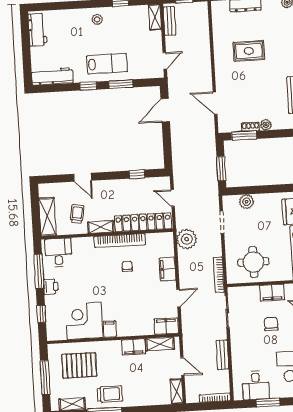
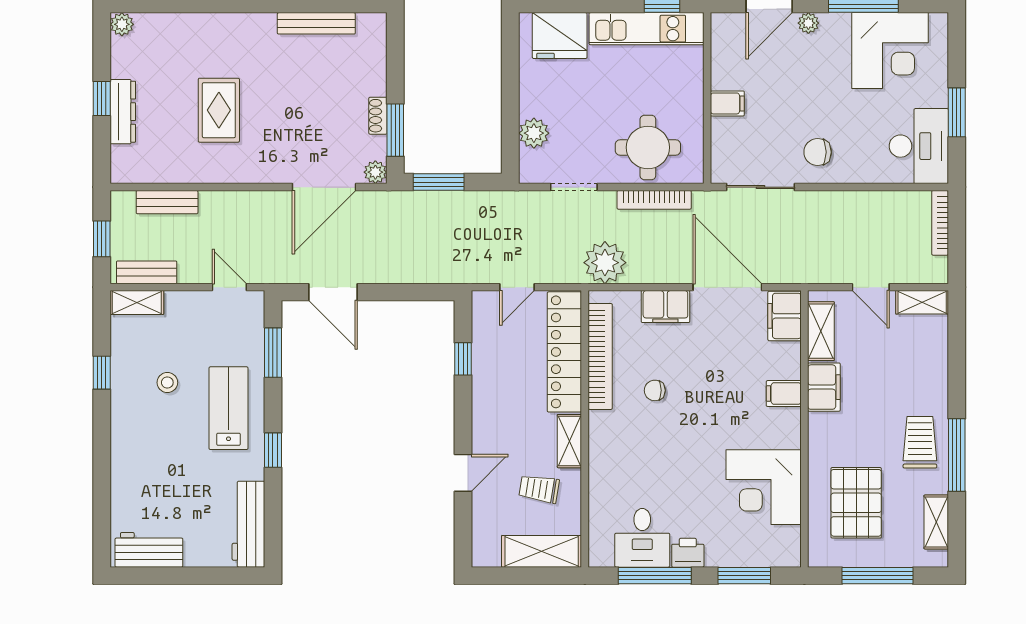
stool: (97, 19) -> (167, 383), moved
window: (121, 84) -> (273, 353), moved
door: (215, 103) -> (324, 187), width x1.36
plant: (266, 125) -> (375, 172), moved
window: (221, 169) -> (439, 182), moved
bookcase: (120, 241) -> (600, 356), moved
desk: (58, 253) -> (642, 538), moved, turned -90
round table: (253, 262) -> (648, 147), moved
bookcase: (219, 275) -> (654, 200), moved
filing cabinet: (272, 293) -> (727, 103), width x0.50
door: (178, 298) -> (727, 287), width x1.88
window: (41, 314) -> (744, 576), width x1.50
chair: (271, 324) -> (818, 152), moved
filing cabinet: (110, 329) -> (784, 394), moved
bench: (222, 355) -> (167, 202), moved
door: (182, 366) -> (871, 287), swing flipped
desk: (256, 385) -> (919, 146), width x1.37

